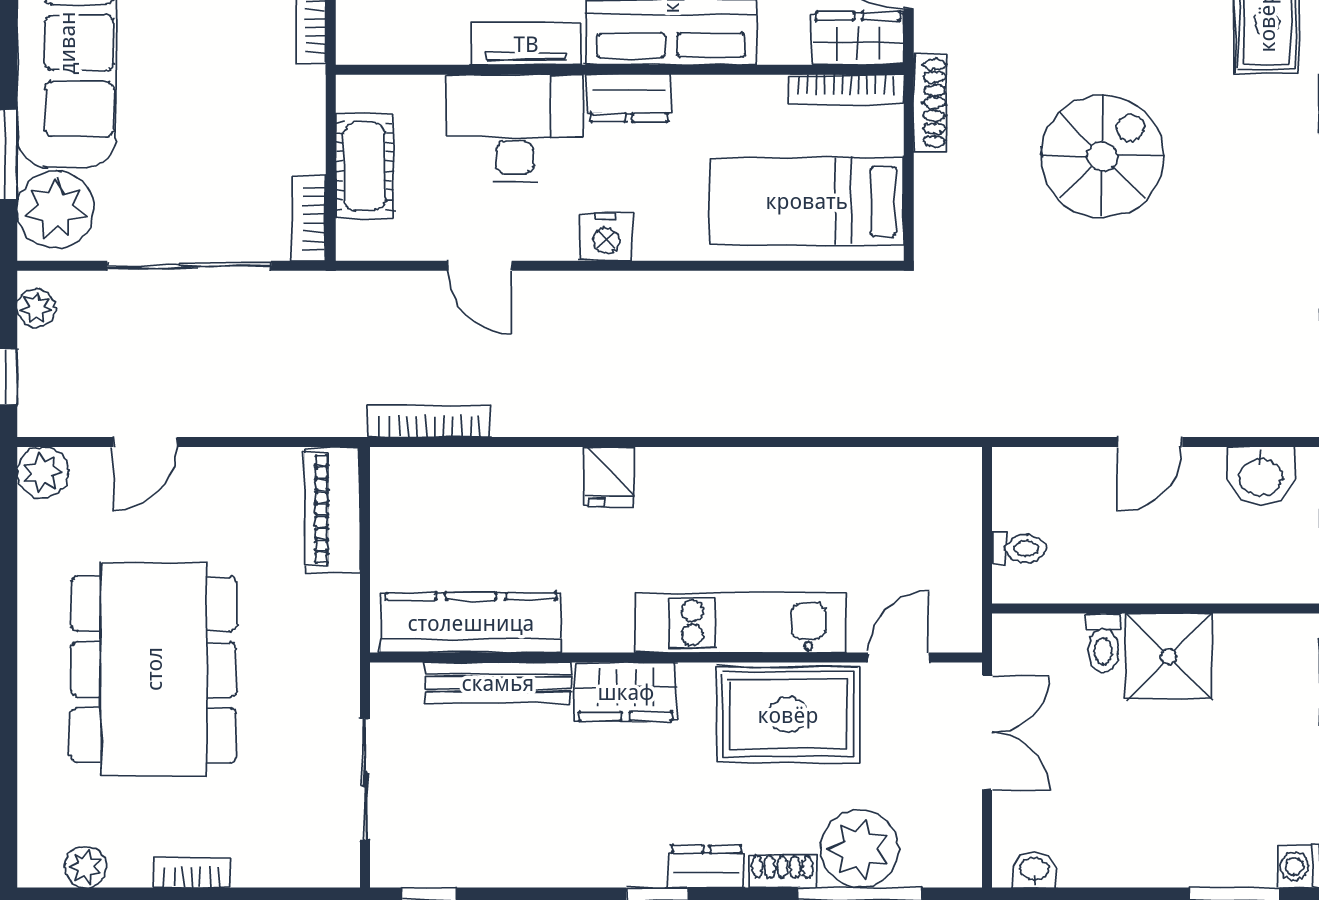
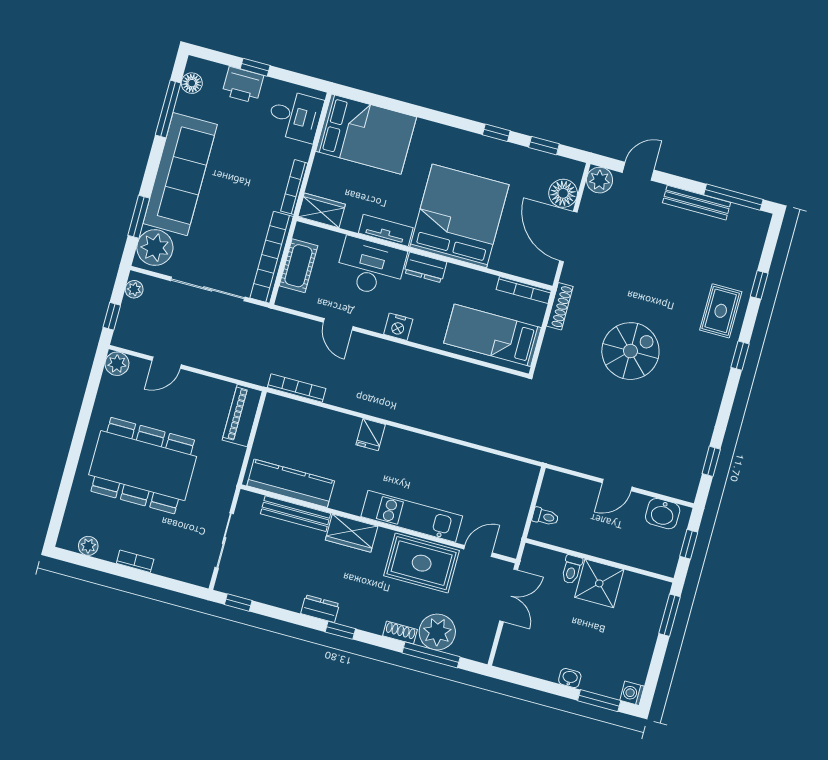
wardrobe: (858, 38) -> (322, 210), moved
bookcase: (309, 219) -> (272, 257), width x2.31, depth x1.31
dining table: (154, 669) -> (143, 466), turned 90
dresser: (707, 867) -> (320, 609), moved
washbasin: (1035, 870) -> (570, 678), moved

